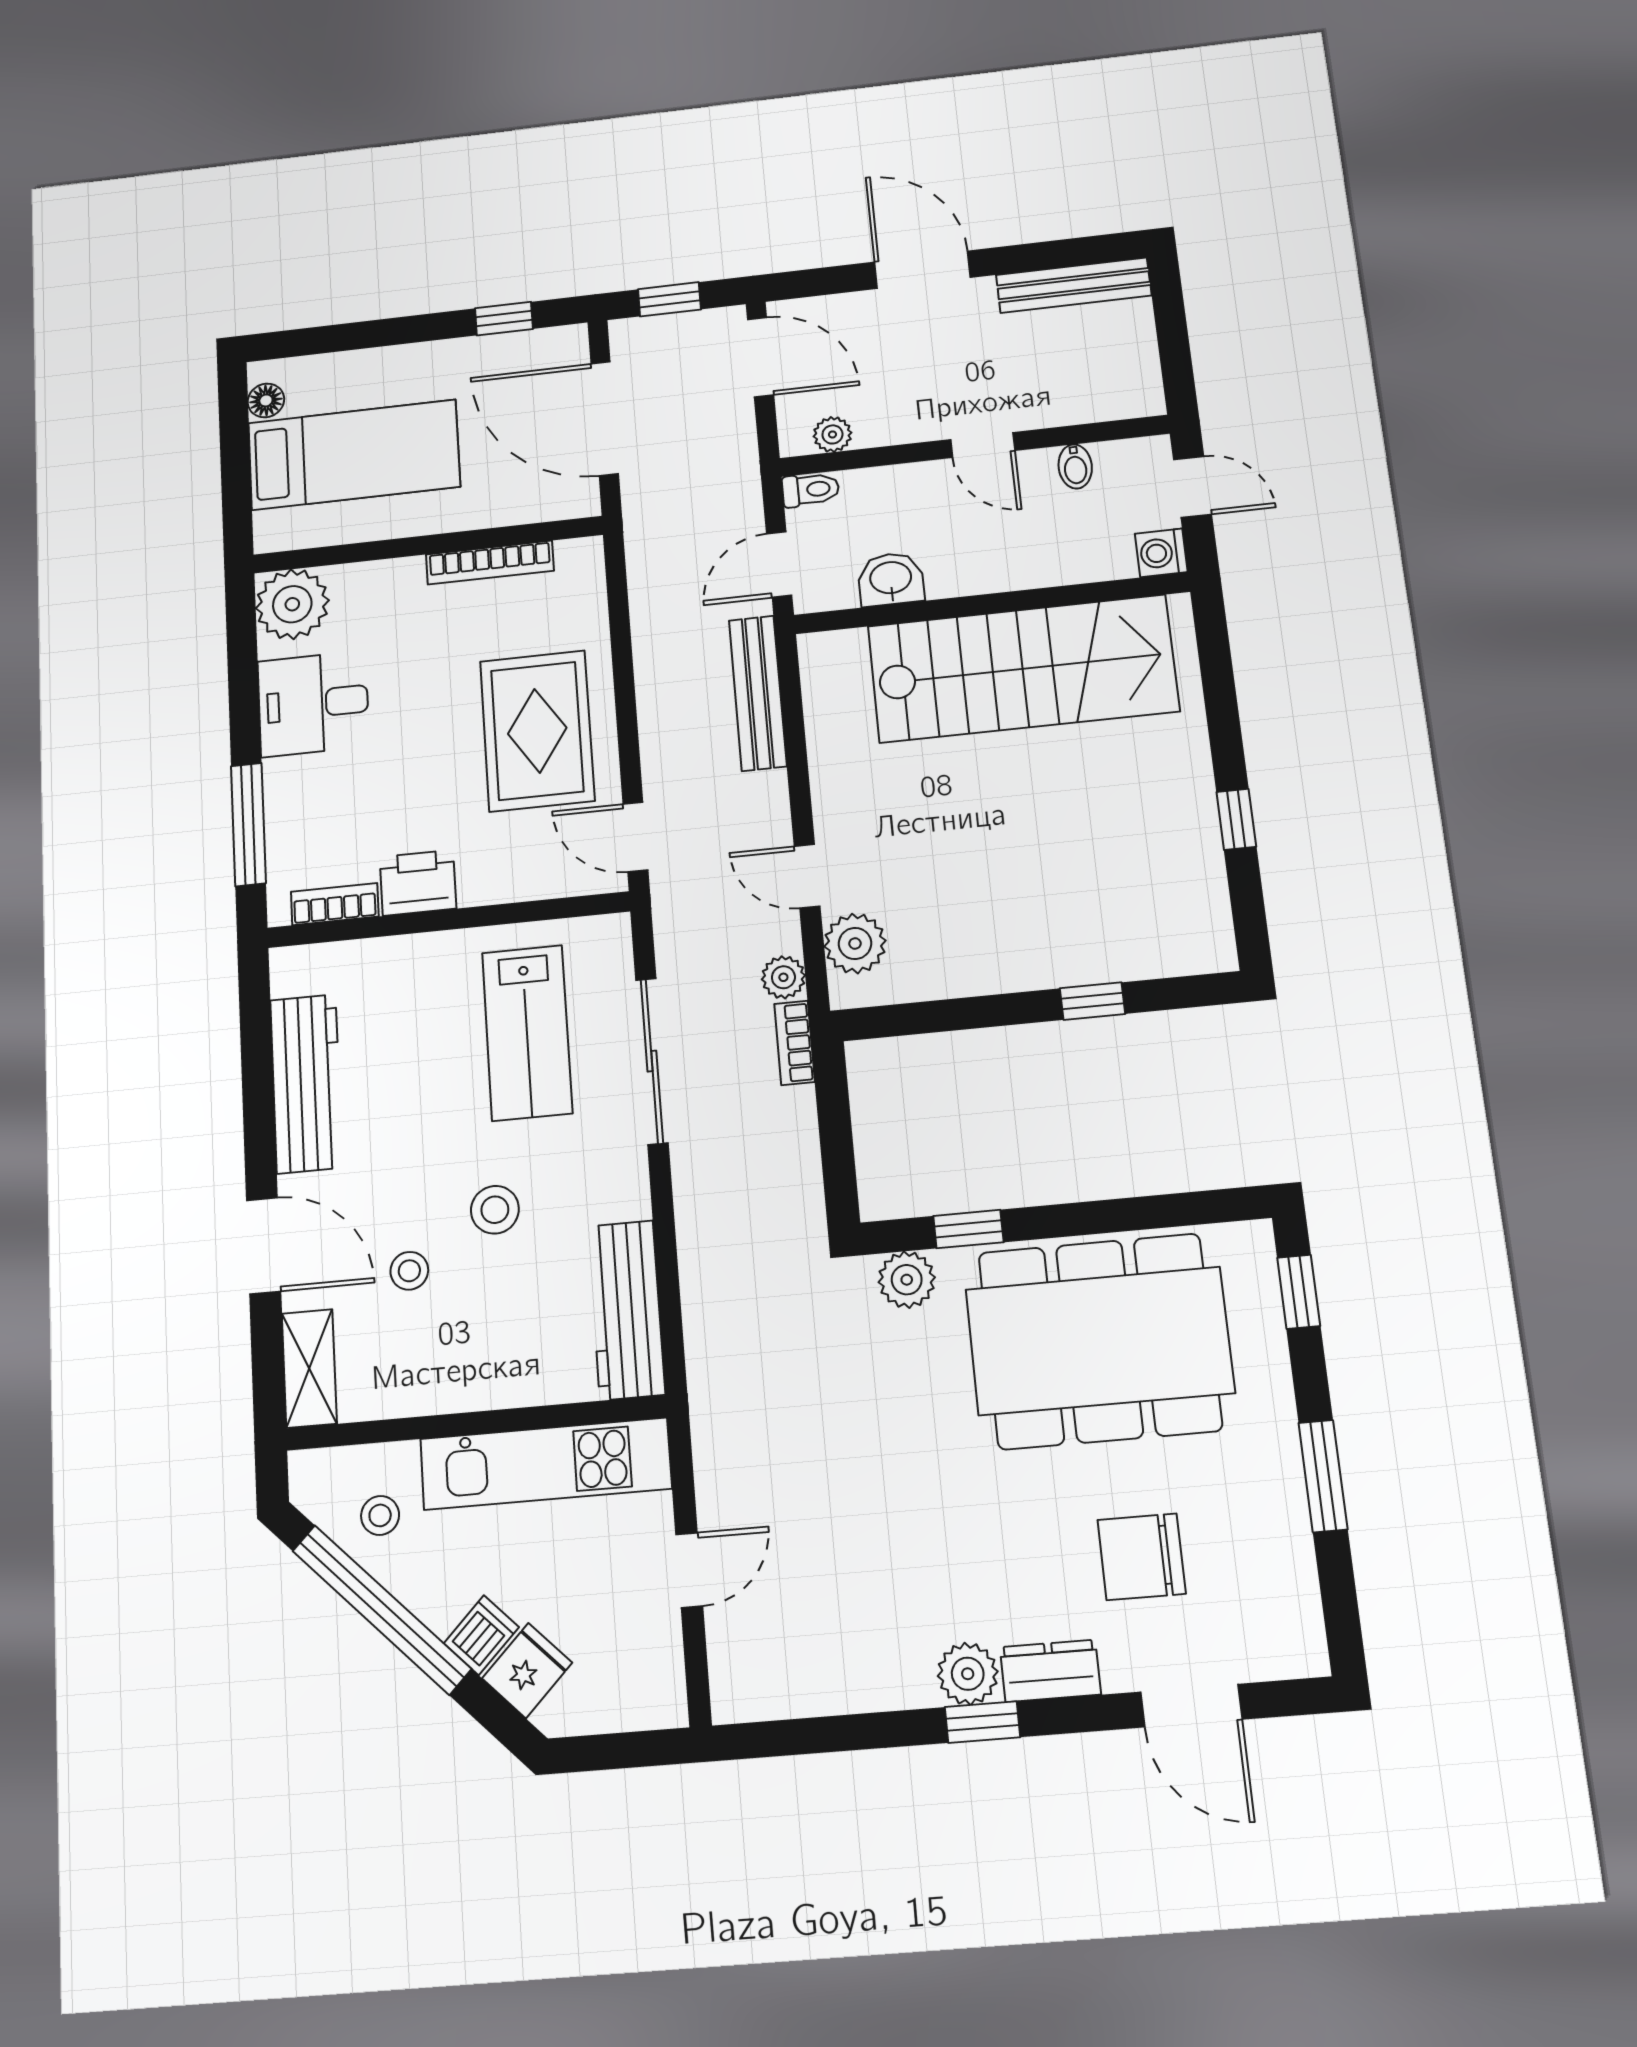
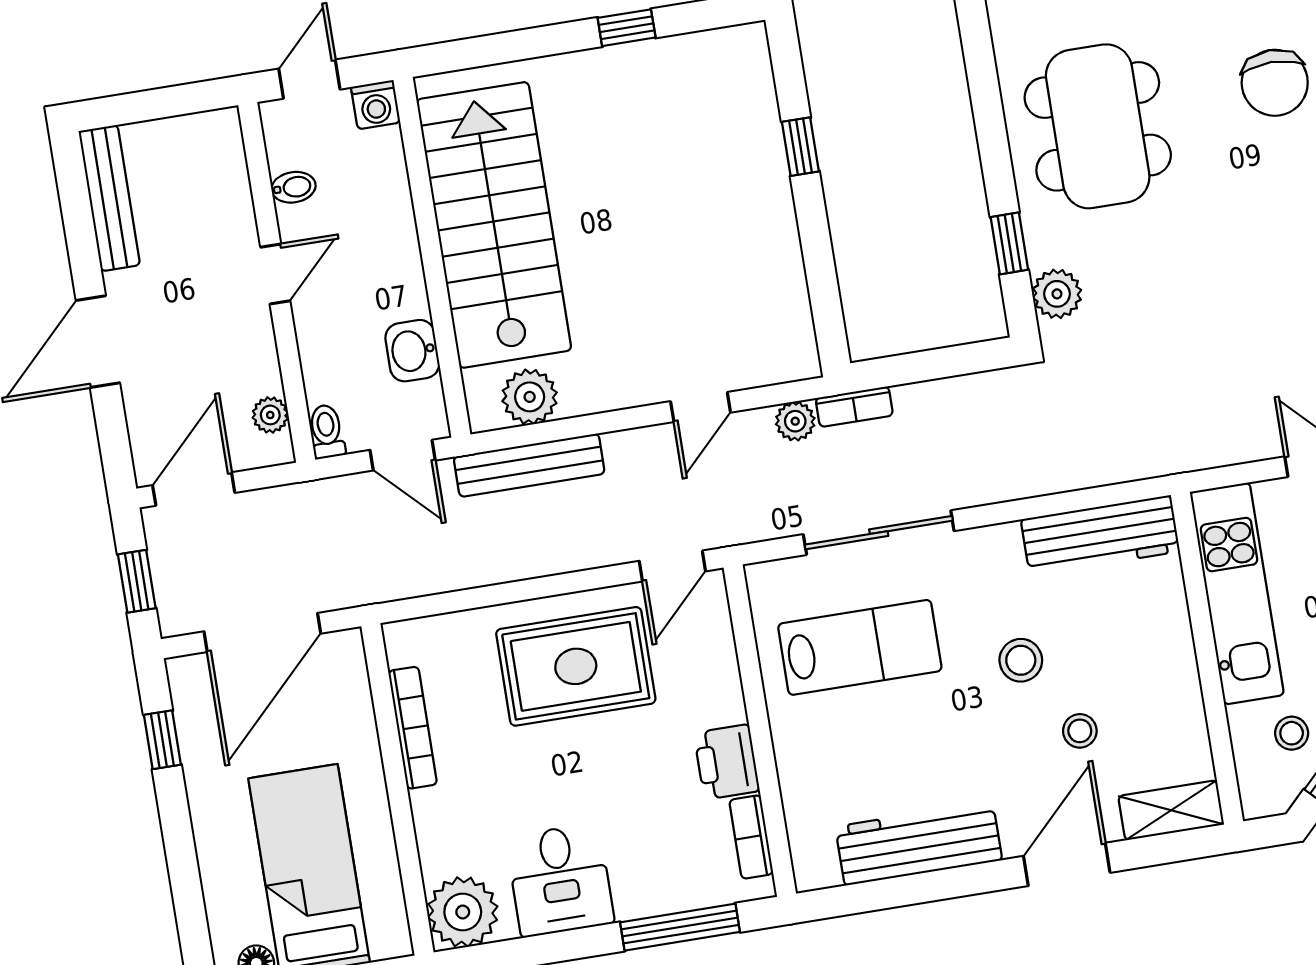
plant: (855, 943) -> (530, 397), moved
dining table: (1099, 1341) -> (1098, 126), width x0.73, depth x0.80

